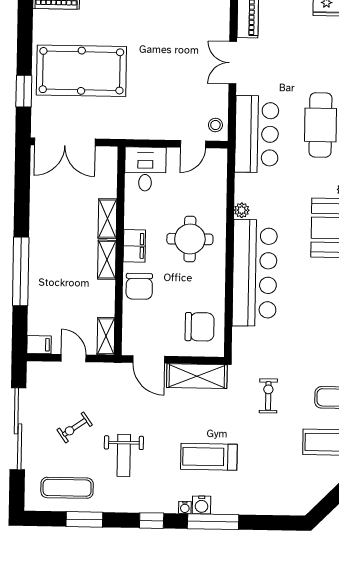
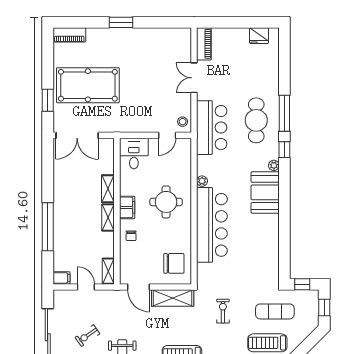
chair: (139, 286) -> (131, 236), width x0.54, depth x0.54

